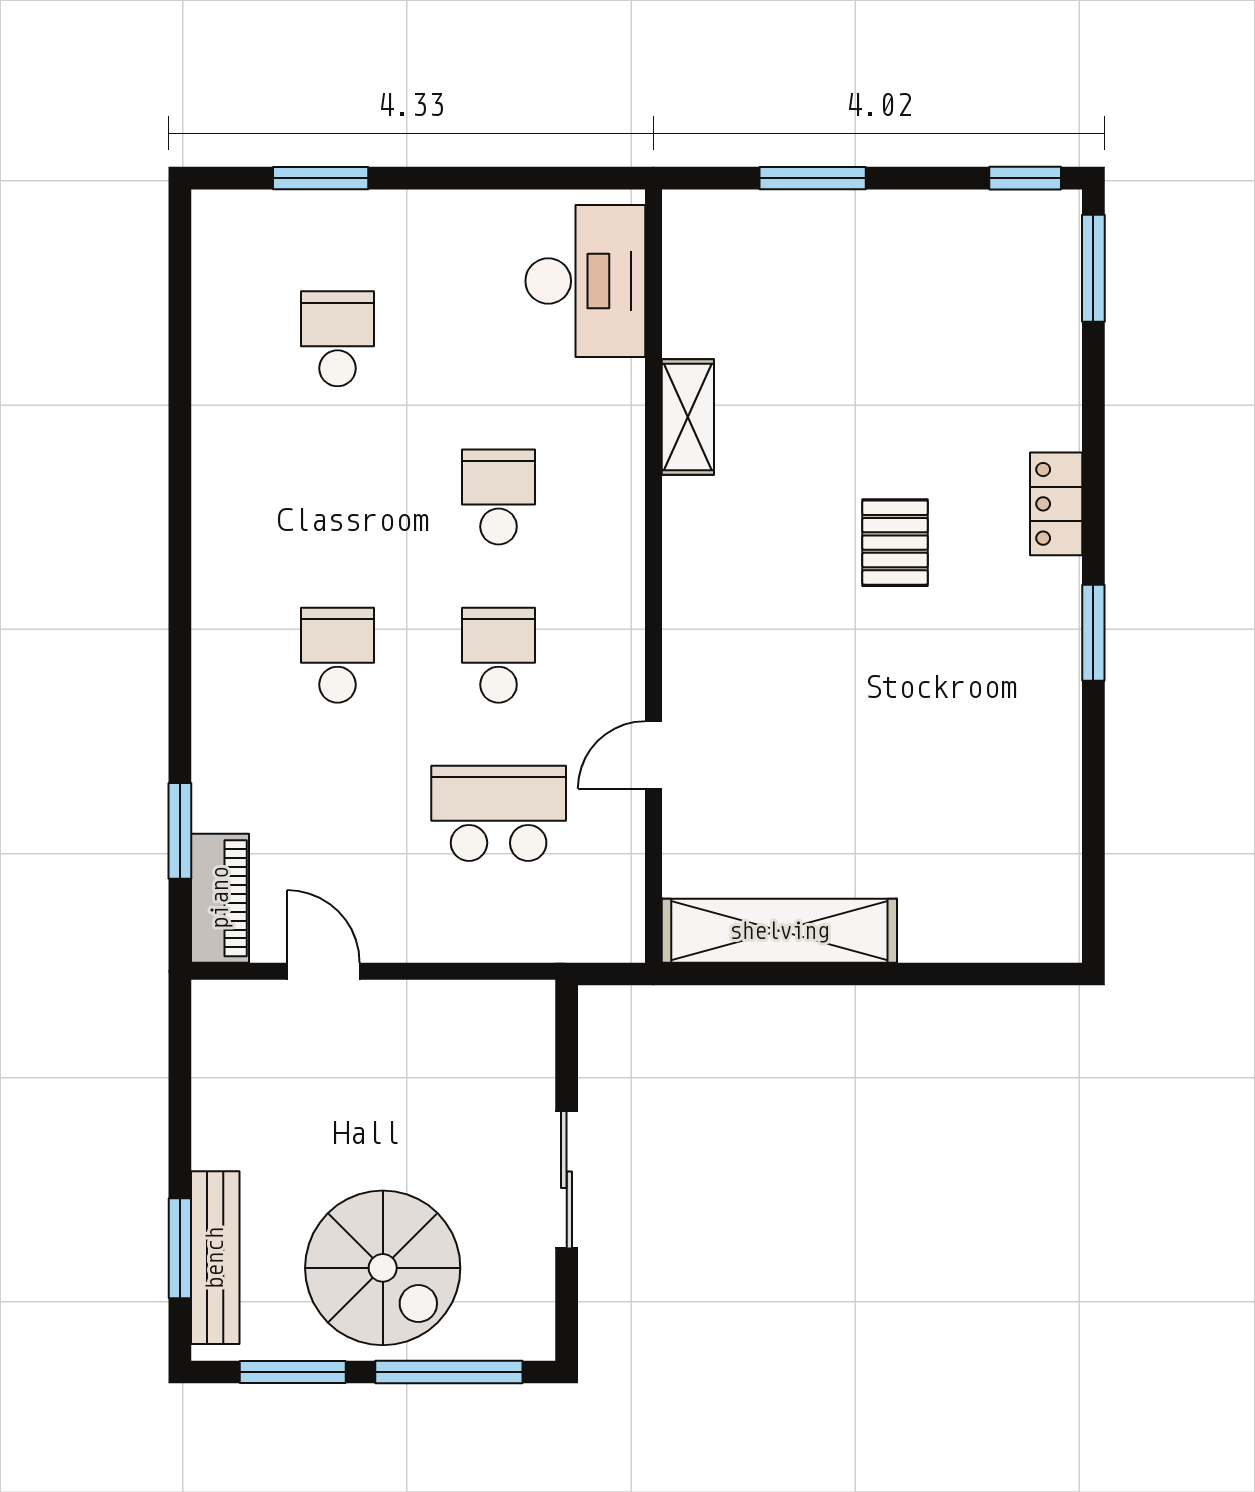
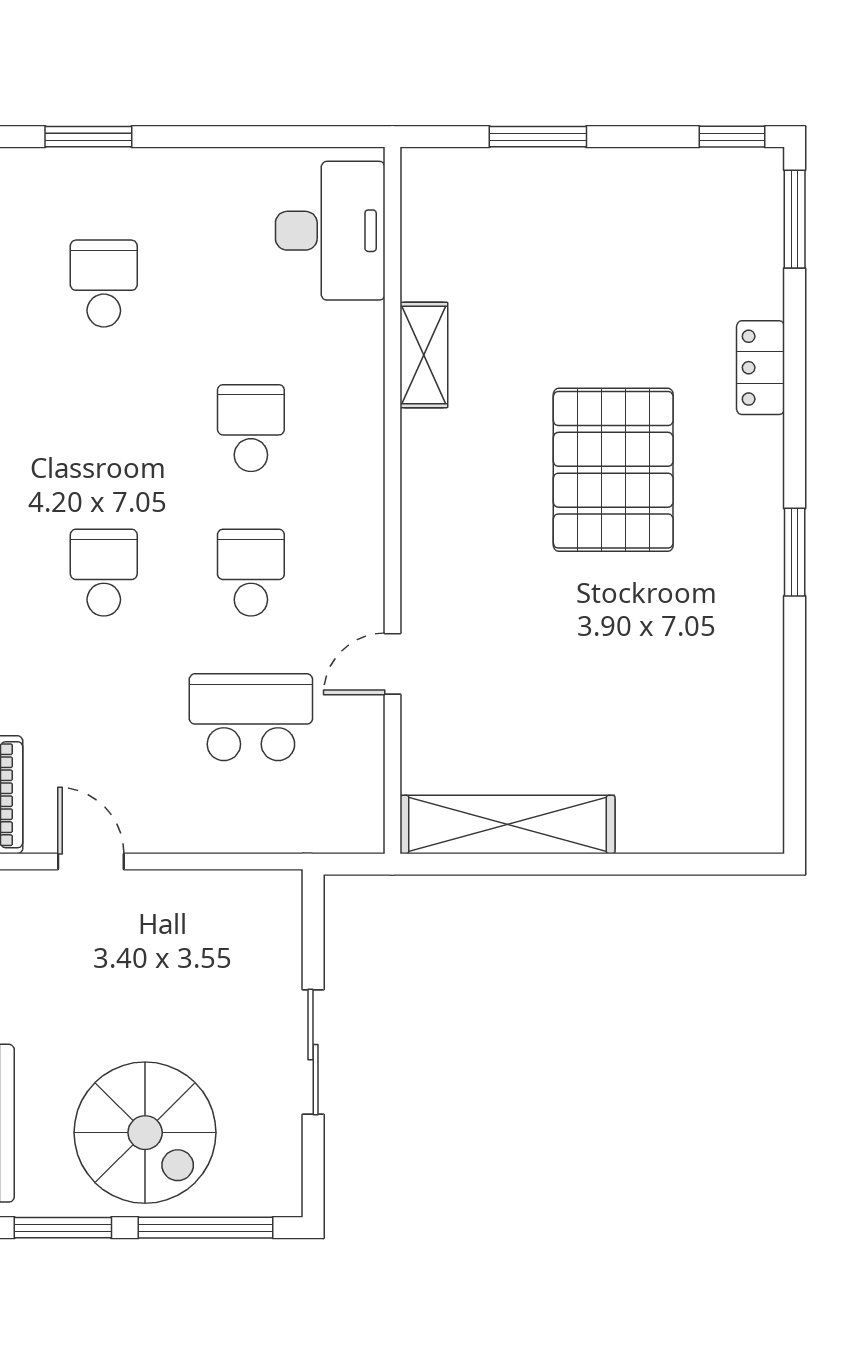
locker: (1056, 504) -> (760, 368), moved
pallet: (895, 543) -> (613, 470), width x2.05, depth x2.00

